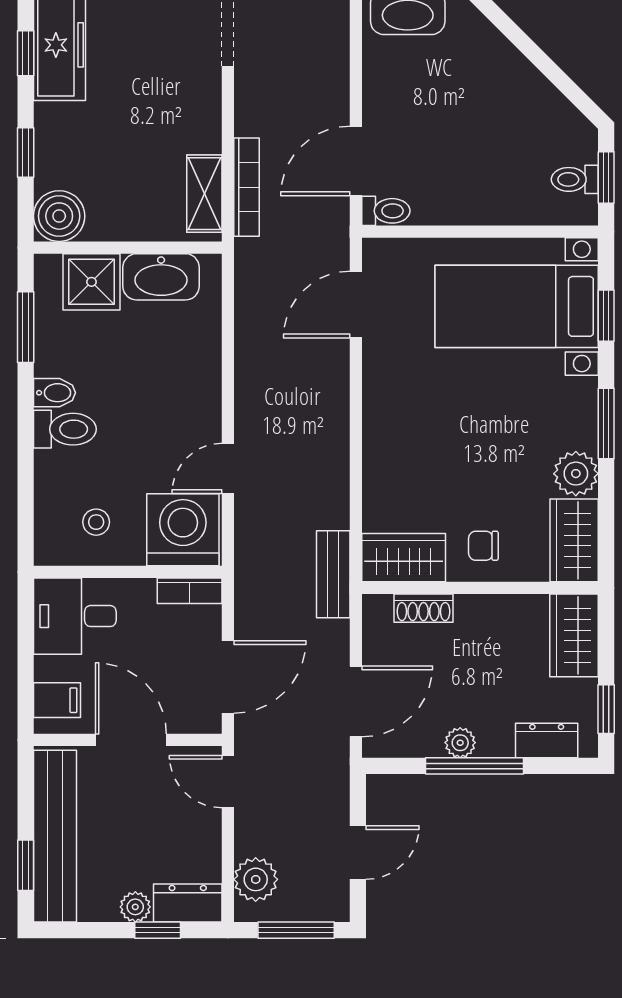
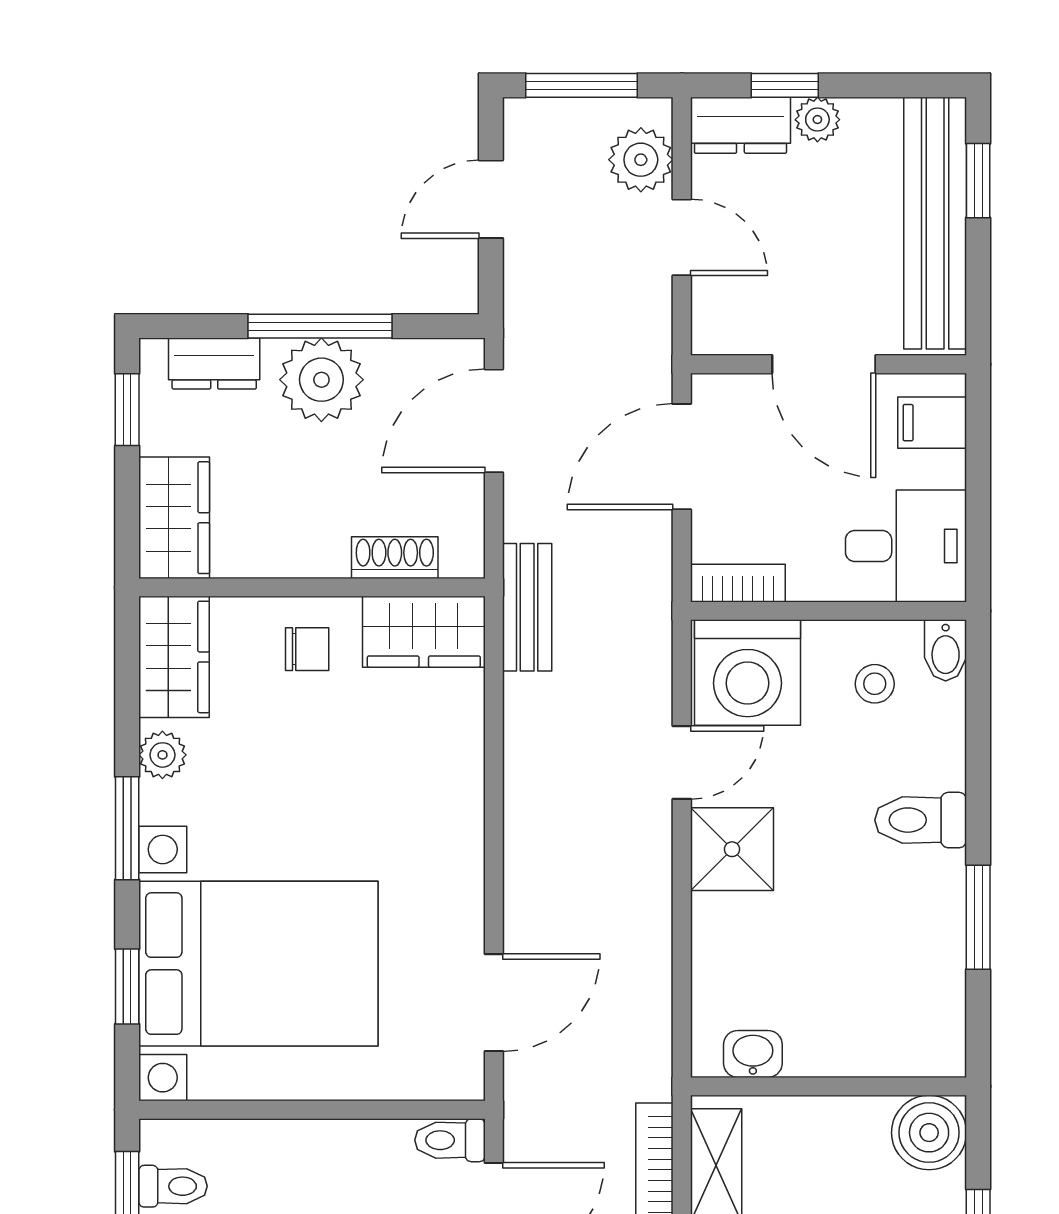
washbasin: (161, 277) -> (753, 1054), width x0.52, depth x0.69
shower: (92, 282) -> (732, 849), moved
bed with nightstands: (517, 306) -> (258, 964), width x1.36
window: (26, 327) -> (978, 917), moved
bidet: (55, 393) -> (946, 650), moved, turned -90
plant: (576, 474) -> (162, 755), width x0.73, depth x0.73
plant: (460, 743) -> (321, 380), width x1.88, depth x1.88
door: (228, 782) -> (682, 237), moved

